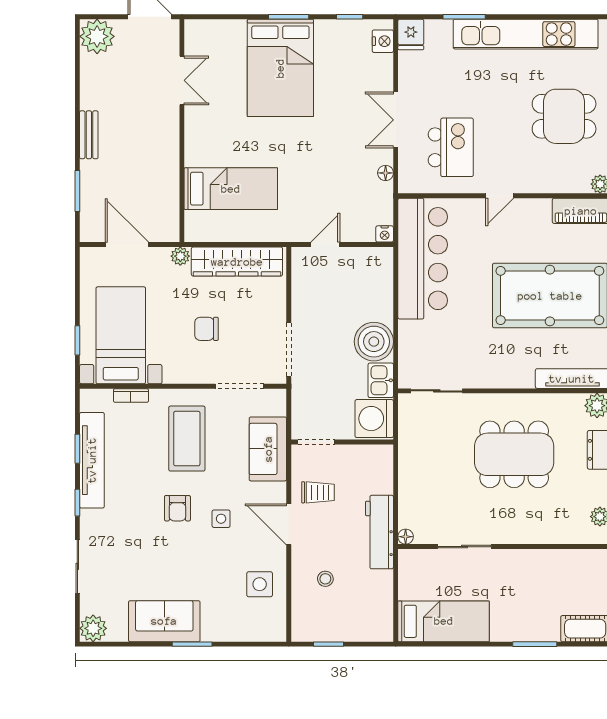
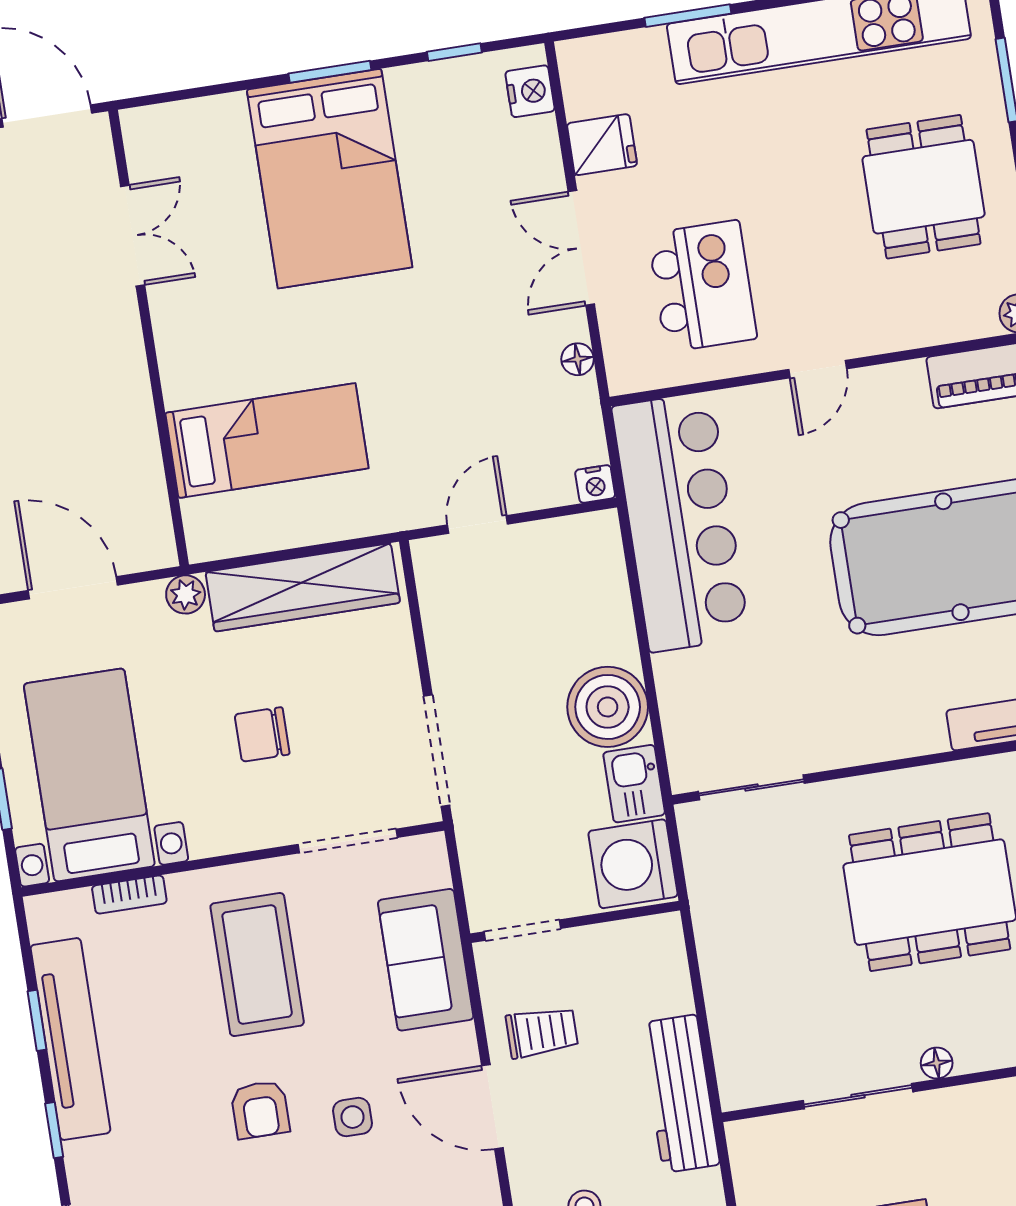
fridge: (411, 34) -> (602, 145), moved, turned -90
dining table: (564, 116) -> (924, 187), turned 90
floor lamp: (406, 537) -> (937, 1063), moved

